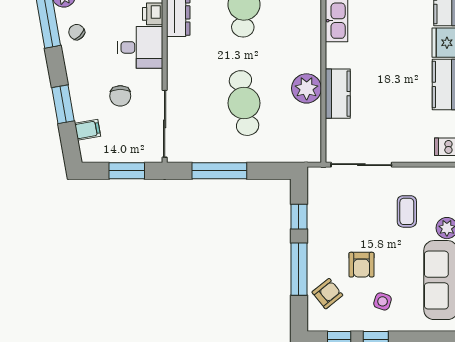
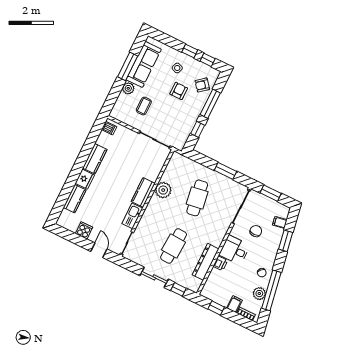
kitchen counter: (338, 94) -> (143, 192), moved
window: (219, 171) -> (225, 171), width x0.69

